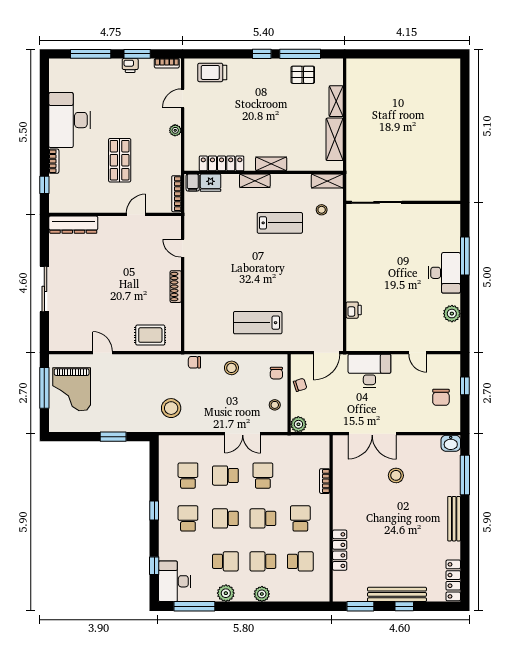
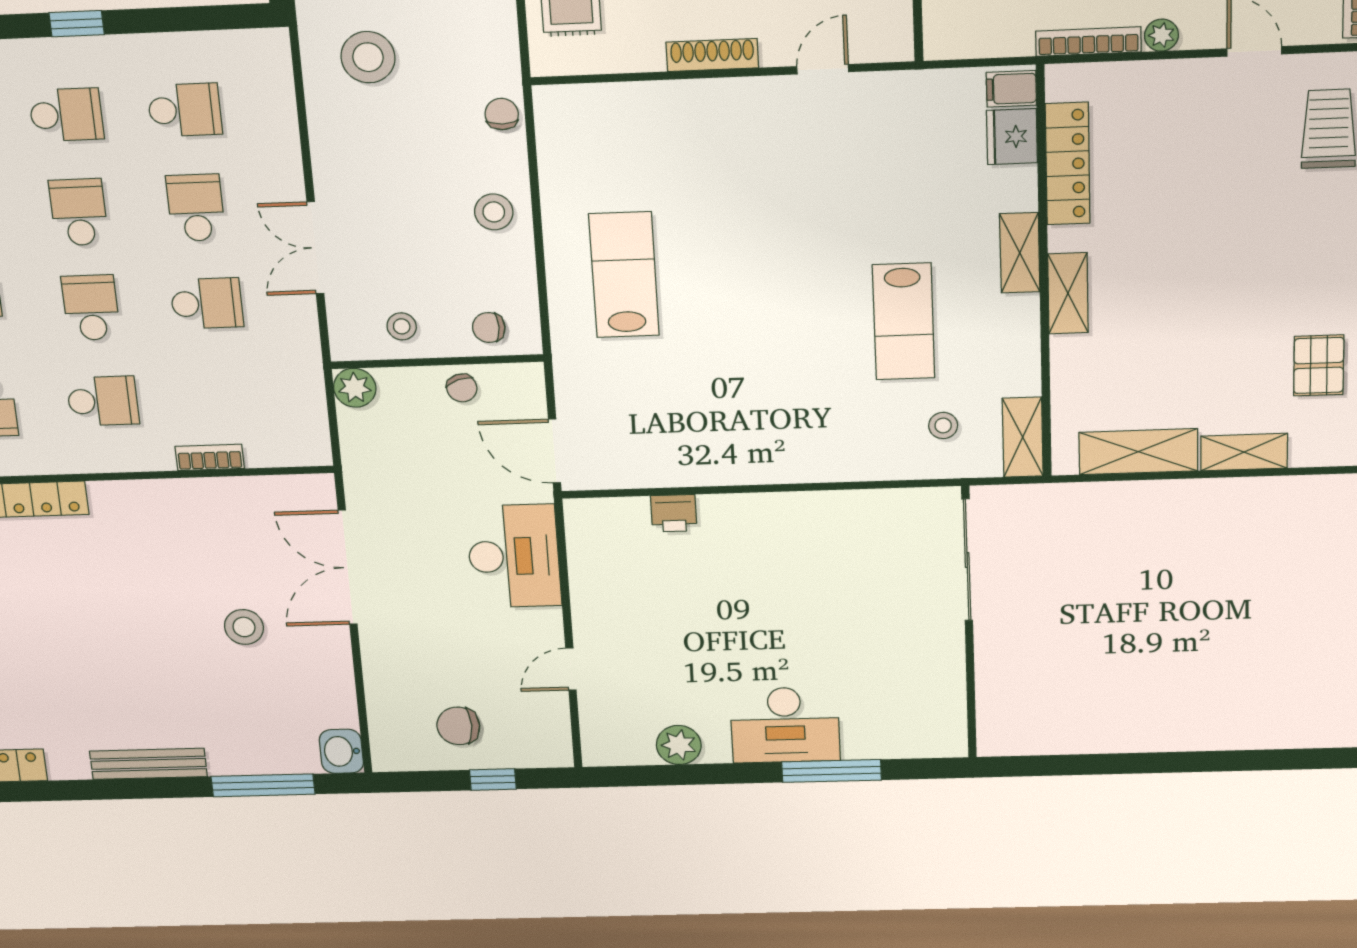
bookcase: (176, 194) -> (1088, 41), moved

